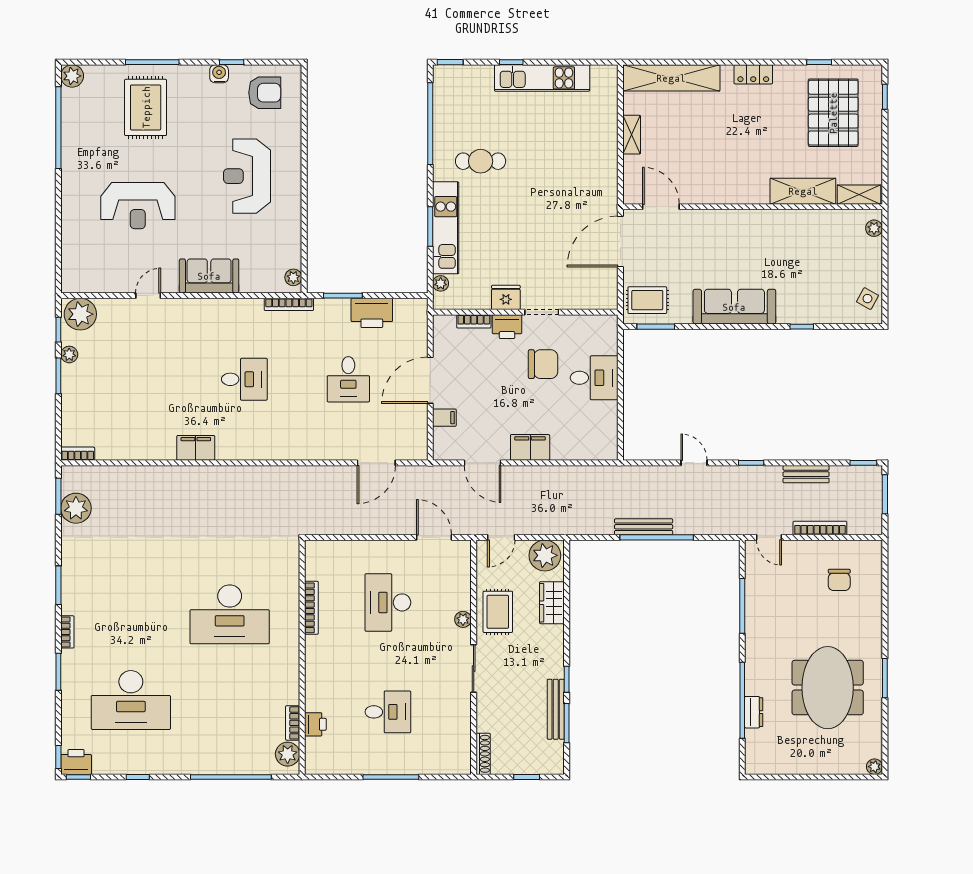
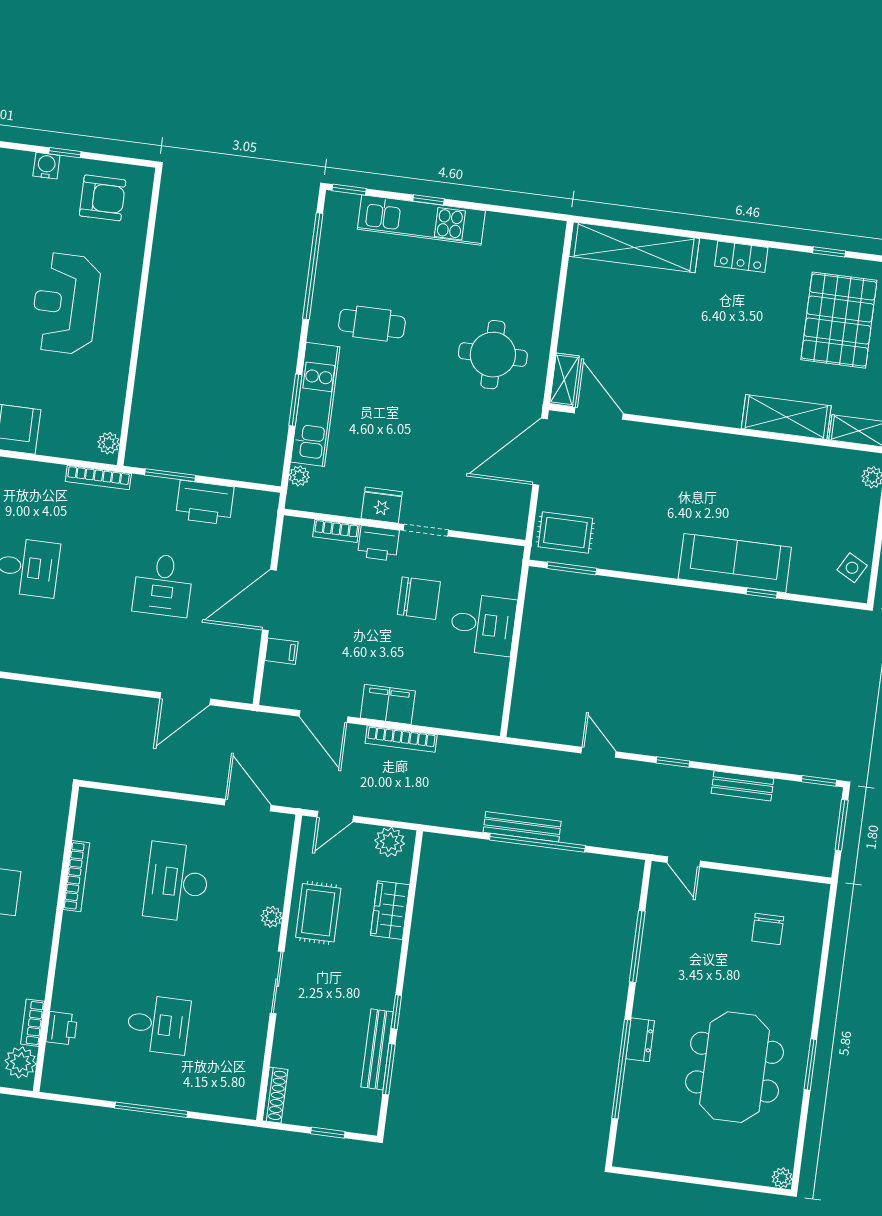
kitchen unit: (542, 78) -> (421, 220), moved
shelving: (632, 135) -> (564, 380), moved
round table: (575, 173) -> (493, 355), added
sofa: (734, 307) -> (735, 563), moved
bookcase: (820, 528) -> (401, 739), moved, turned 180
plant: (545, 555) -> (390, 842), width x0.73, depth x0.73
dresser: (754, 712) -> (640, 1040), moved

